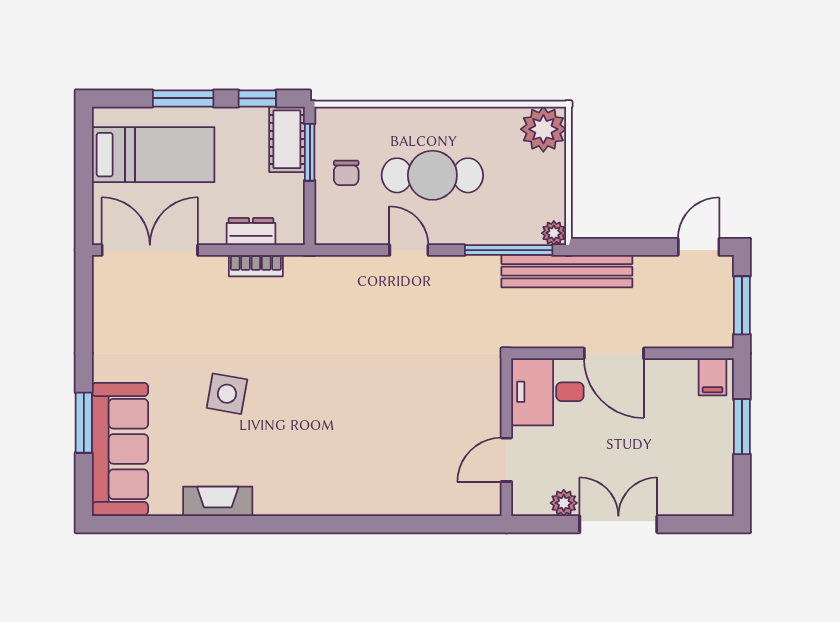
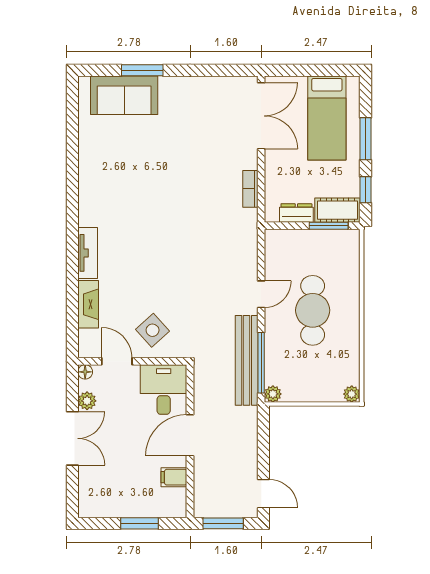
plant: (543, 129) -> (352, 394), width x0.53, depth x0.53
chair: (346, 173) -> (314, 251), removed
dresser: (251, 232) -> (296, 213), moved, turned -90
bench: (567, 271) -> (247, 360), moved
filing cabinet: (713, 377) -> (174, 477), moved
side table: (227, 394) -> (153, 330), moved, turned 38
sofa: (120, 449) -> (124, 95), width x0.73
fireplace: (218, 501) -> (88, 304), moved
tv unit: (349, 502) -> (88, 253), added
floor lamp: (522, 506) -> (85, 372), added

